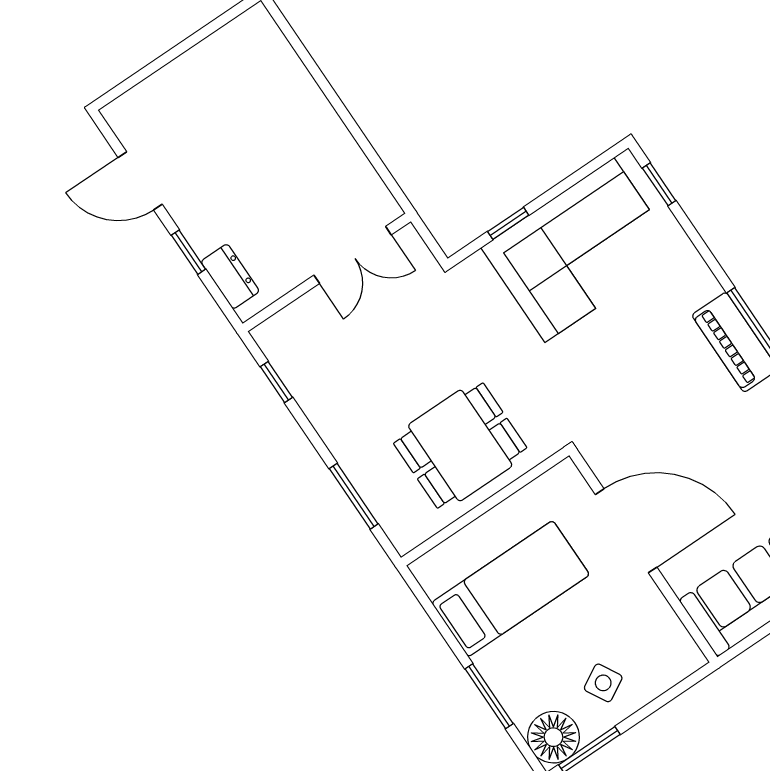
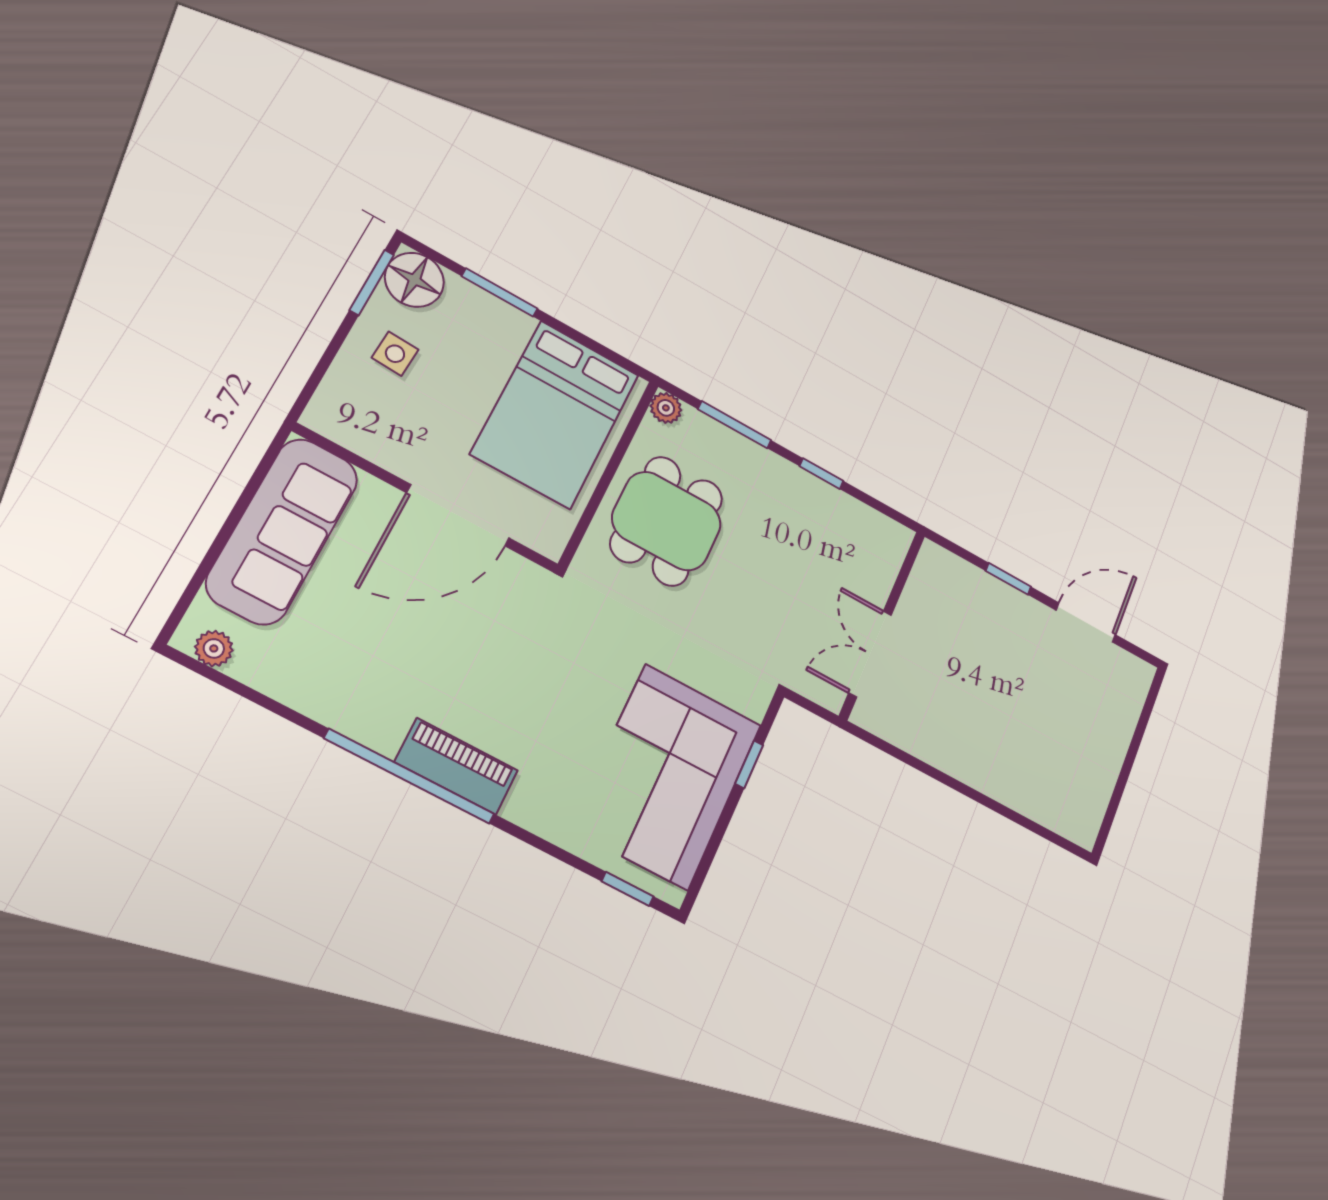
dresser: (230, 276) -> (961, 575), removed
window: (276, 382) -> (821, 474), moved
plant: (405, 538) -> (666, 408), added
bed: (511, 589) -> (555, 414), width x1.50
side table: (603, 683) -> (395, 354), turned 32

